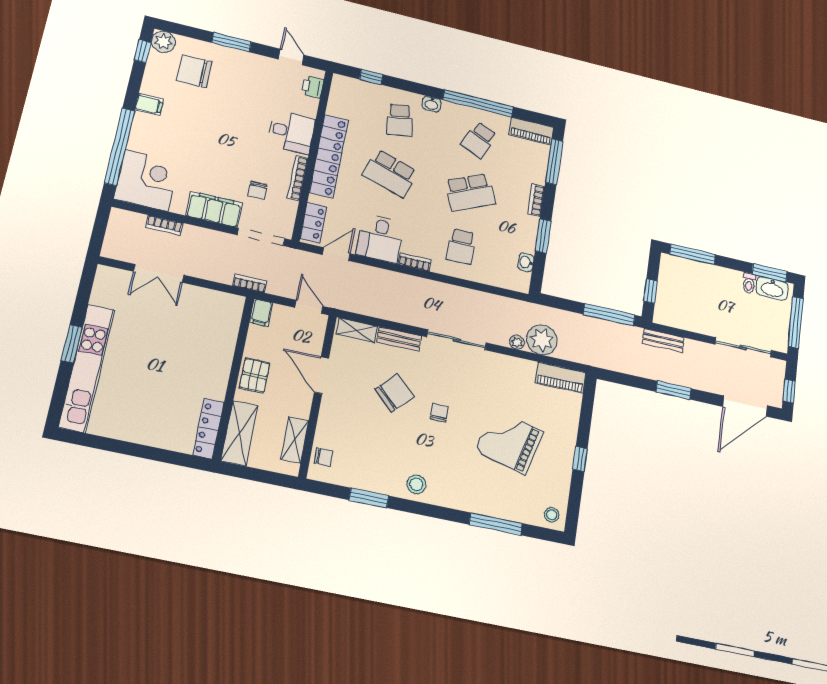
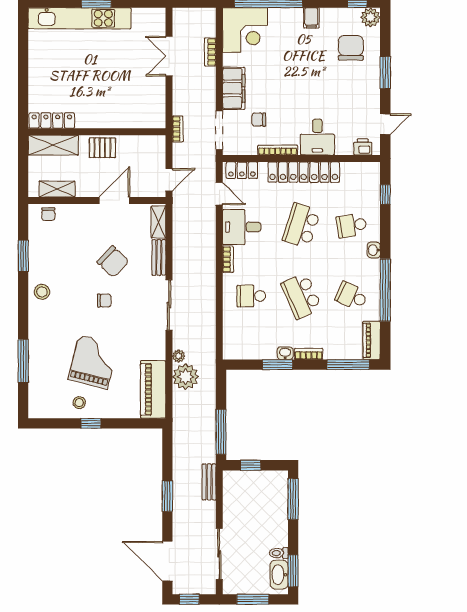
washbasin: (526, 262) -> (285, 353), moved
filing cabinet: (261, 313) -> (155, 143), removed
window: (796, 322) -> (253, 599), width x0.69
piano: (560, 378) -> (153, 389), width x1.37, depth x1.33
stool: (552, 515) -> (79, 403), moved

